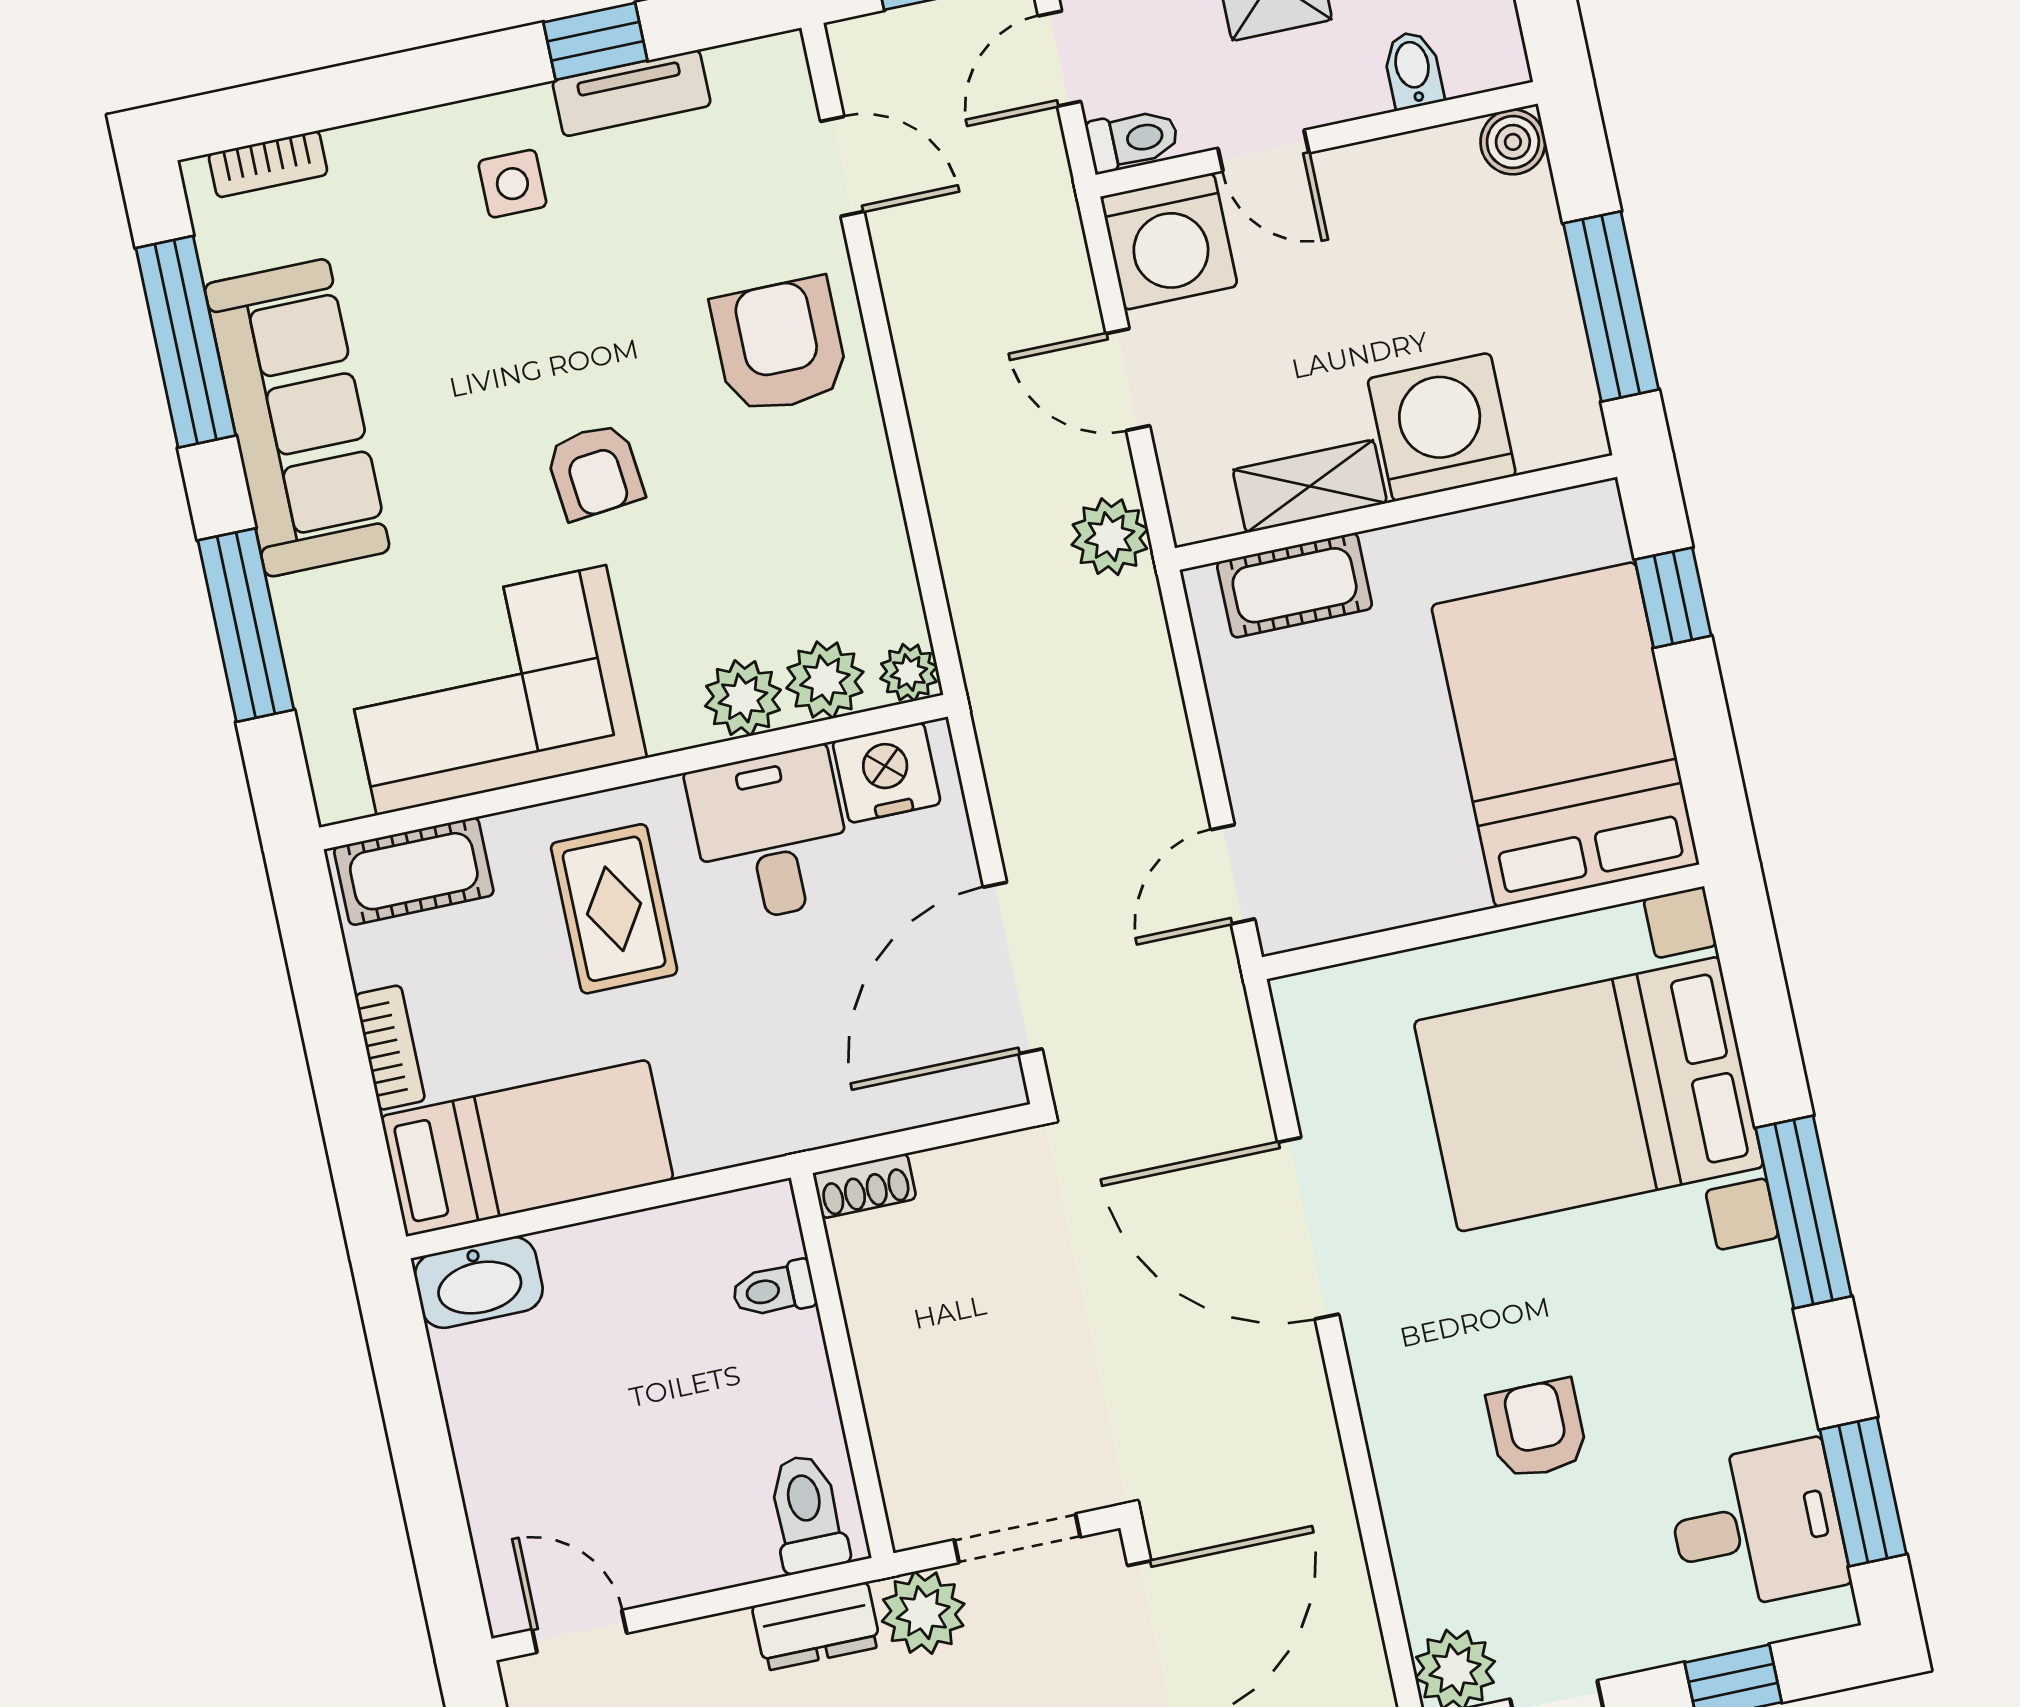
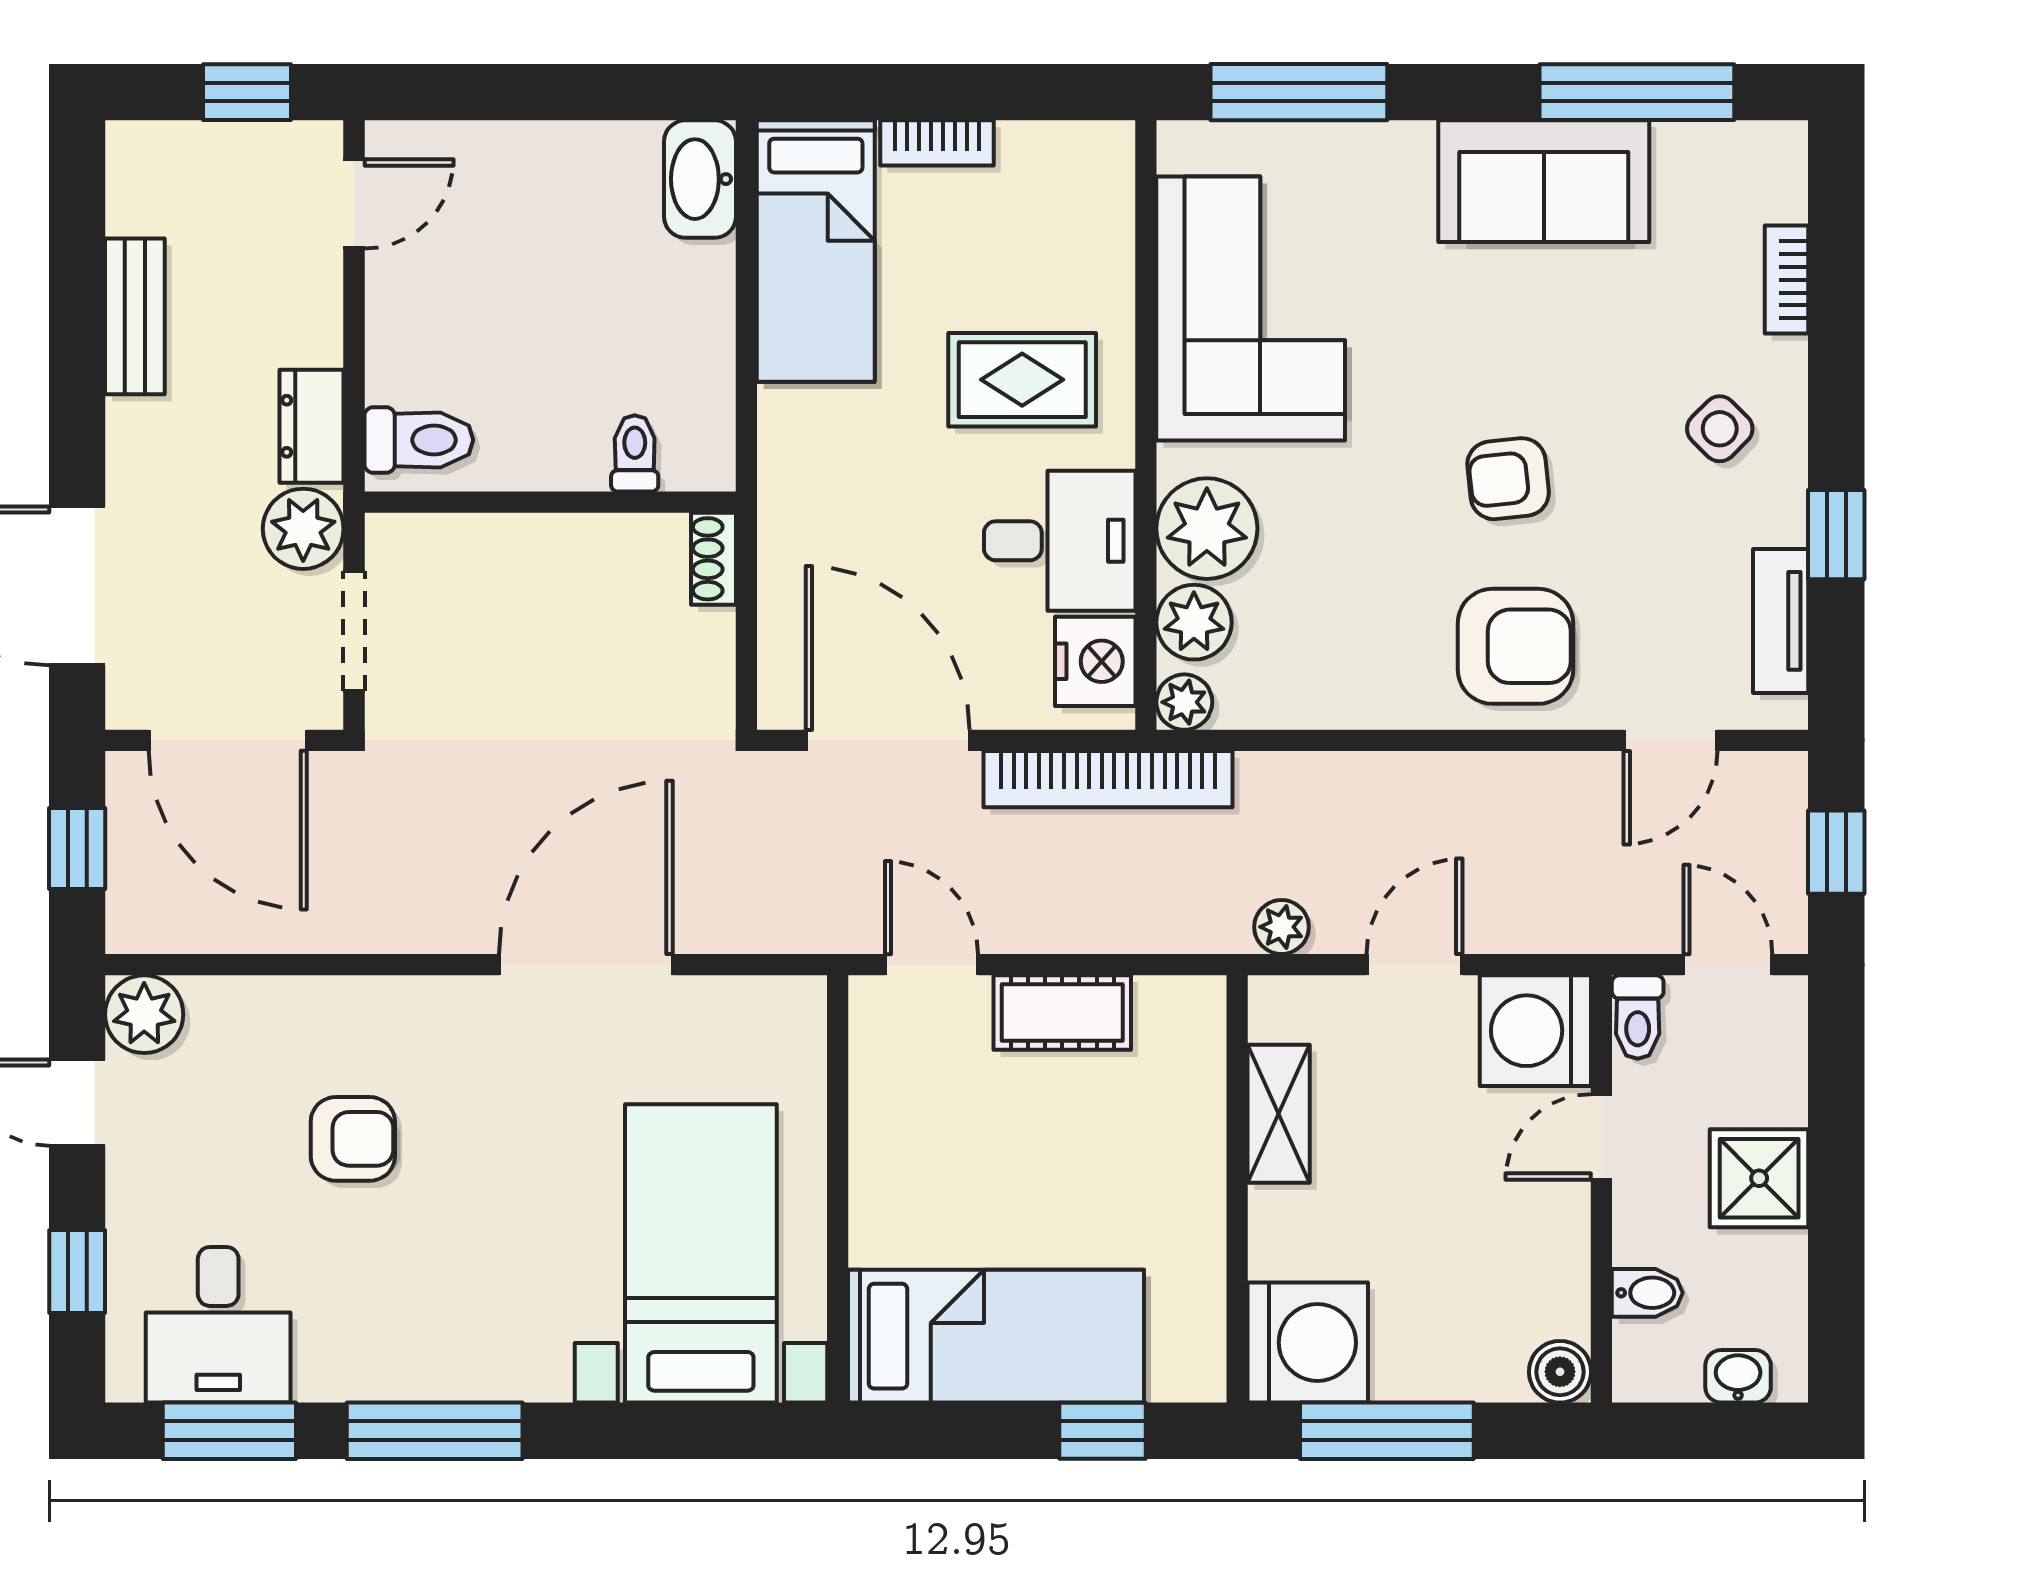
tv unit: (632, 93) -> (1781, 621), moved
bookcase: (268, 164) -> (1787, 280), moved
side table: (512, 184) -> (1720, 429), turned 45
sofa: (297, 418) -> (1544, 181), width x0.73
washing machine: (1442, 427) -> (1308, 1343), moved
armchair: (595, 471) -> (1508, 479), moved
plant: (1110, 537) -> (1282, 927), width x0.73, depth x0.73
cot: (1295, 585) -> (1062, 1013), moved, turned 90
window: (246, 625) -> (1299, 92), moved
plant: (743, 698) -> (1207, 529), width x1.36, depth x1.36
bookcase: (1004, 734) -> (1108, 779), added
bed: (1565, 735) -> (996, 1336), width x0.67
cot: (414, 871) -> (1097, 200), removed
bed with nightstands: (1589, 1094) -> (701, 1253), width x0.73
window: (1804, 1212) -> (435, 1431), moved

